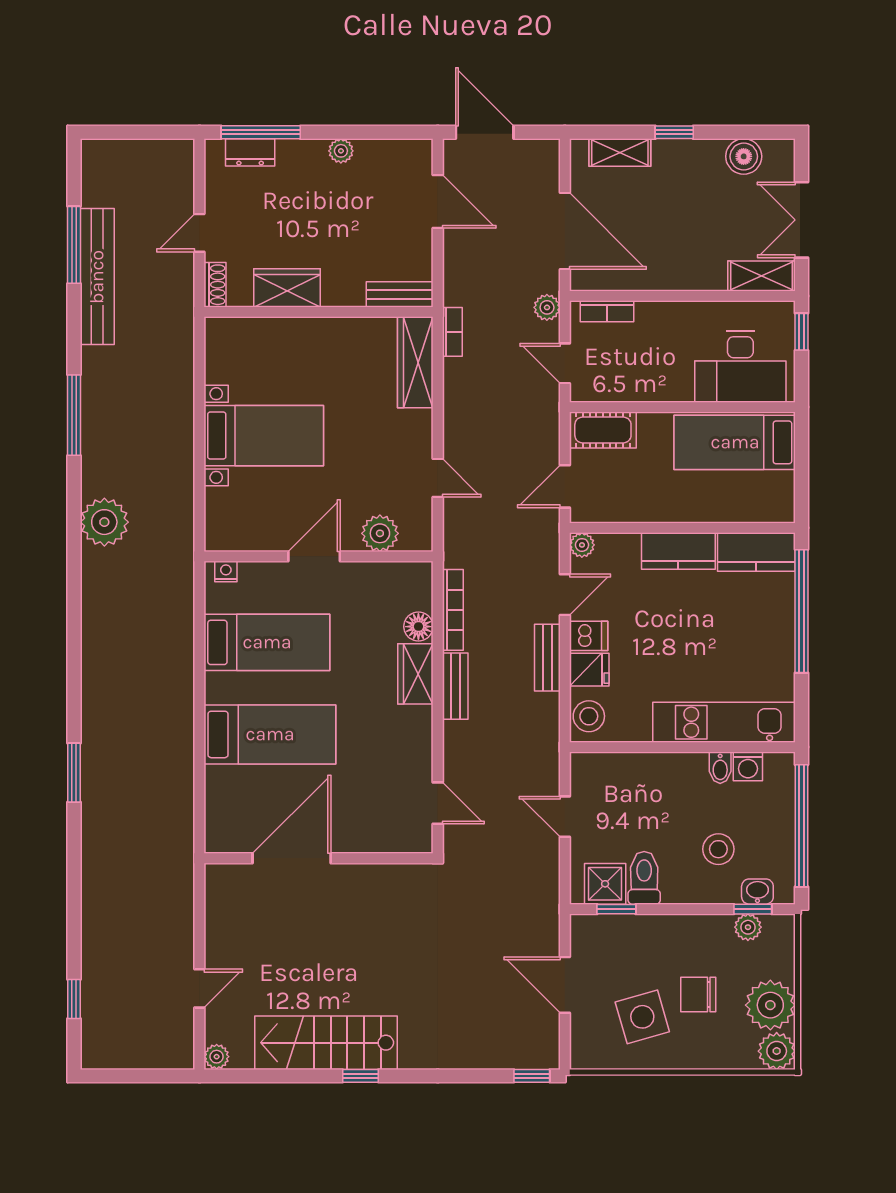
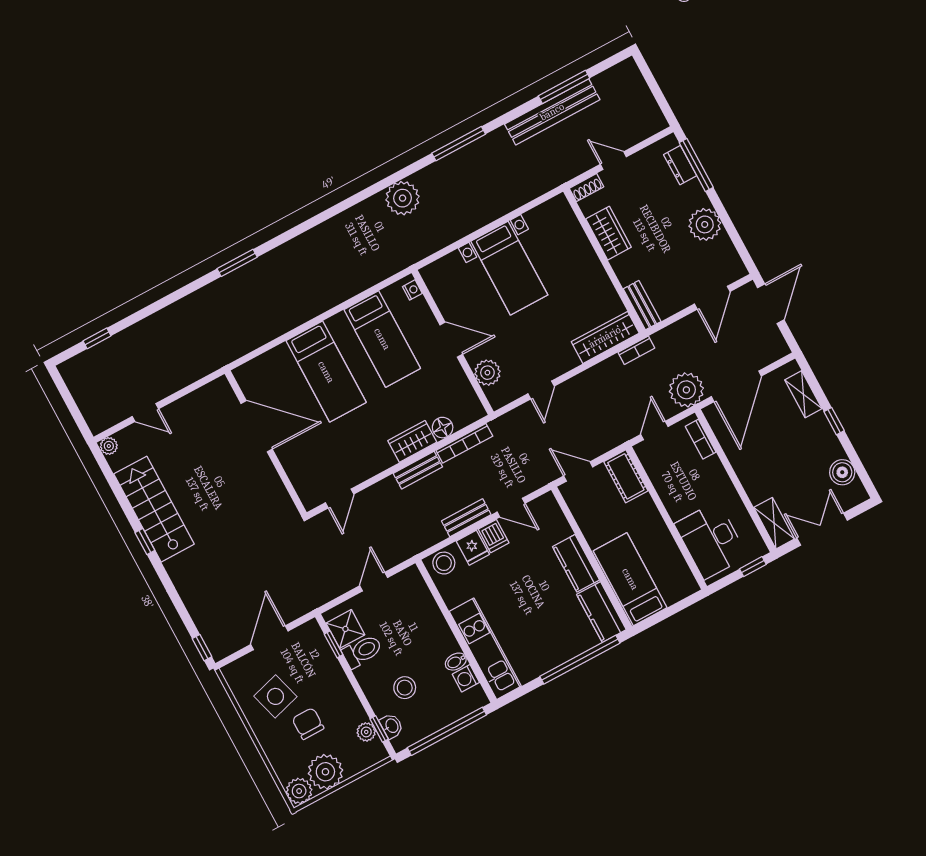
plant: (341, 151) -> (705, 224), width x1.88, depth x1.88
plant: (547, 307) -> (686, 390), width x1.88, depth x1.88
bed: (735, 442) -> (630, 579), moved
plant: (582, 545) -> (548, 502), removed

